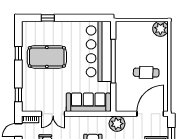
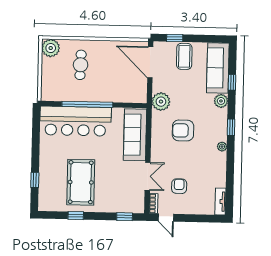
cafe table: (146, 73) -> (81, 65), moved

